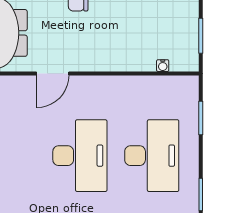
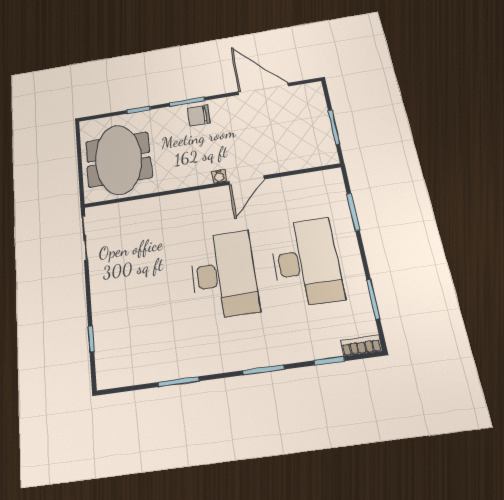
water cooler: (163, 66) -> (219, 176), moved
door: (53, 74) -> (246, 180), moved

